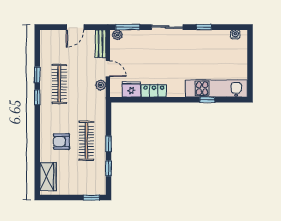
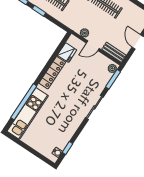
window: (204, 27) -> (67, 148), moved
locker: (154, 91) -> (52, 73), width x1.53
window: (207, 100) -> (24, 102), width x3.17

